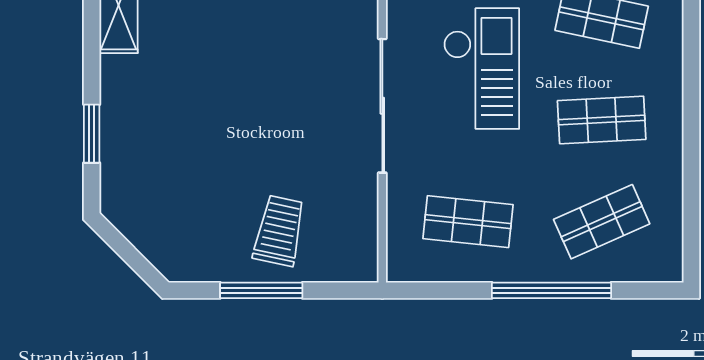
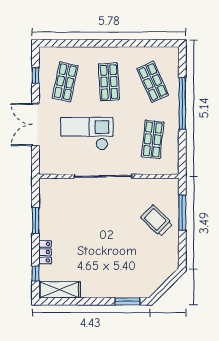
window: (92, 134) -> (127, 301), moved
trolley: (279, 231) -> (157, 221), turned 32
window: (261, 290) -> (182, 213), moved

